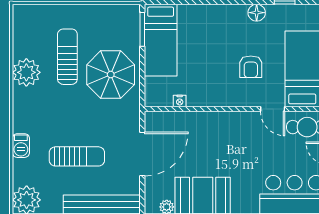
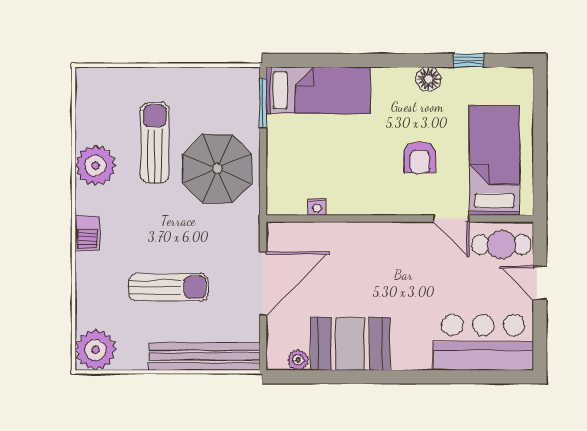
bed: (161, 40) -> (318, 90), moved, turned -90
barbecue: (21, 146) -> (87, 233), moved

